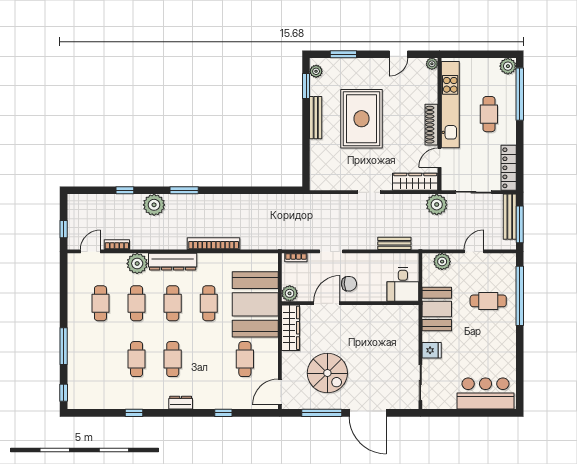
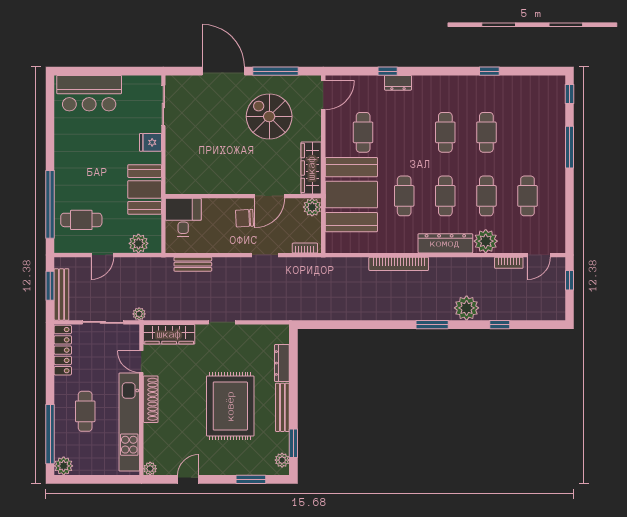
dresser: (316, 156) -> (282, 363), added
door: (440, 158) -> (141, 362), swing flipped
plant: (437, 205) -> (139, 314), width x0.53, depth x0.53
window: (520, 224) -> (50, 286), width x0.69
cafe table: (488, 301) -> (81, 220), moved
dresser: (181, 403) -> (398, 83), moved

